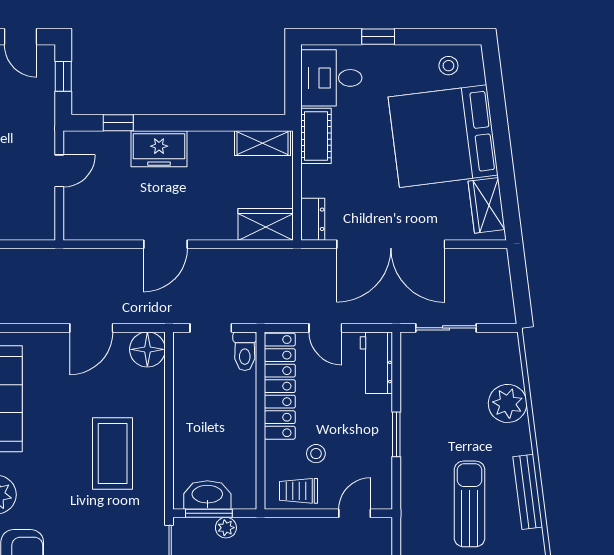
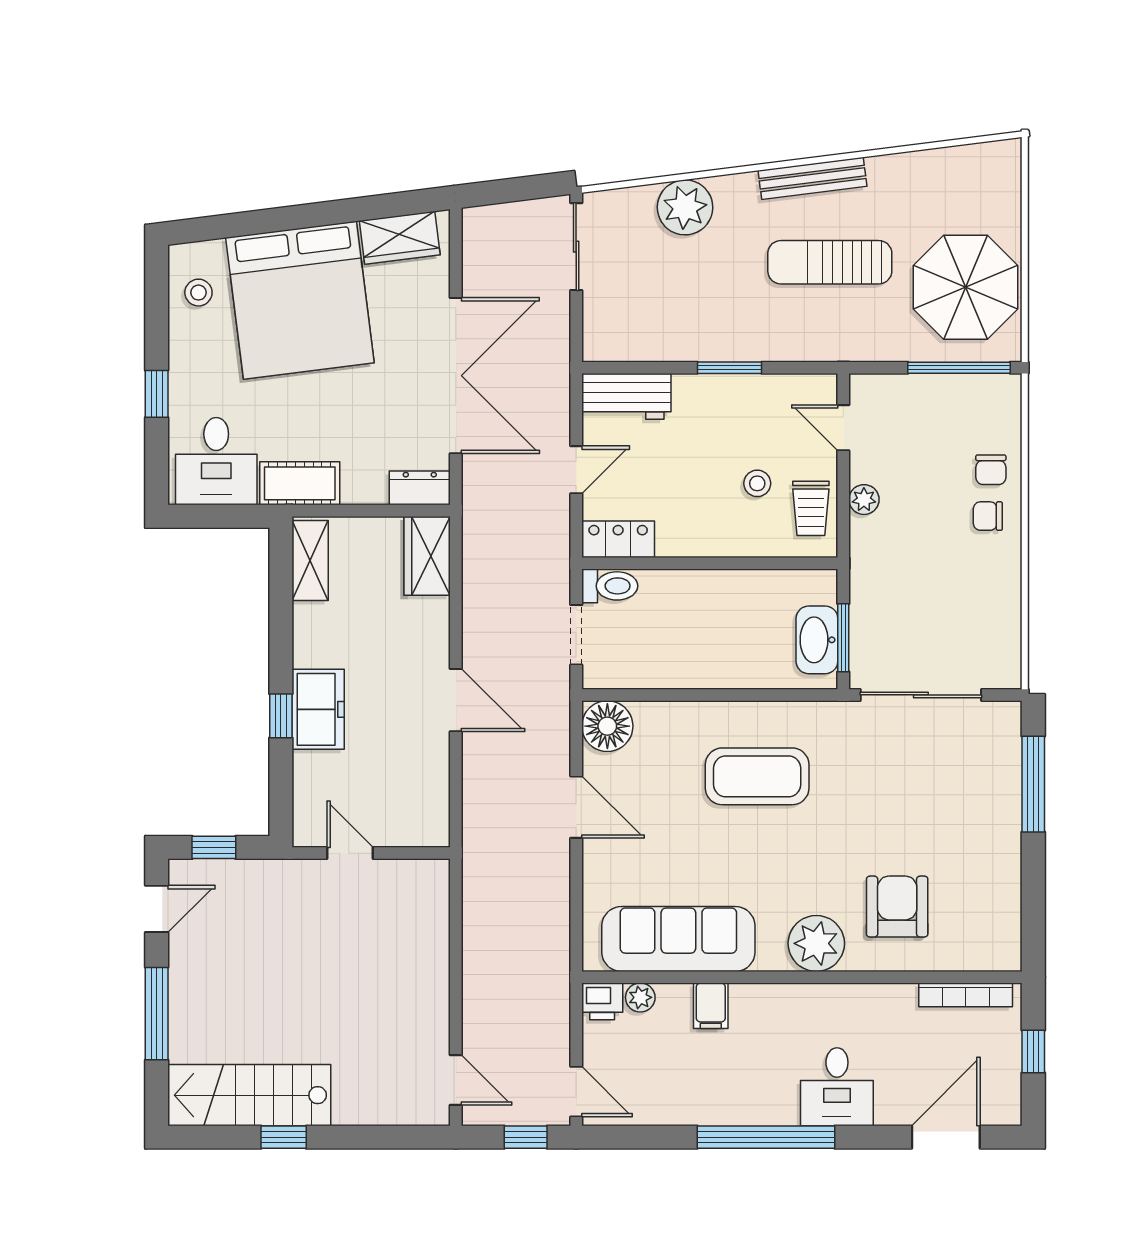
window: (118, 123) -> (281, 716), moved
sliding door: (446, 328) -> (576, 247), moved
locker: (280, 386) -> (618, 539), width x0.46, depth x0.83
plant: (226, 528) -> (864, 500), moved

